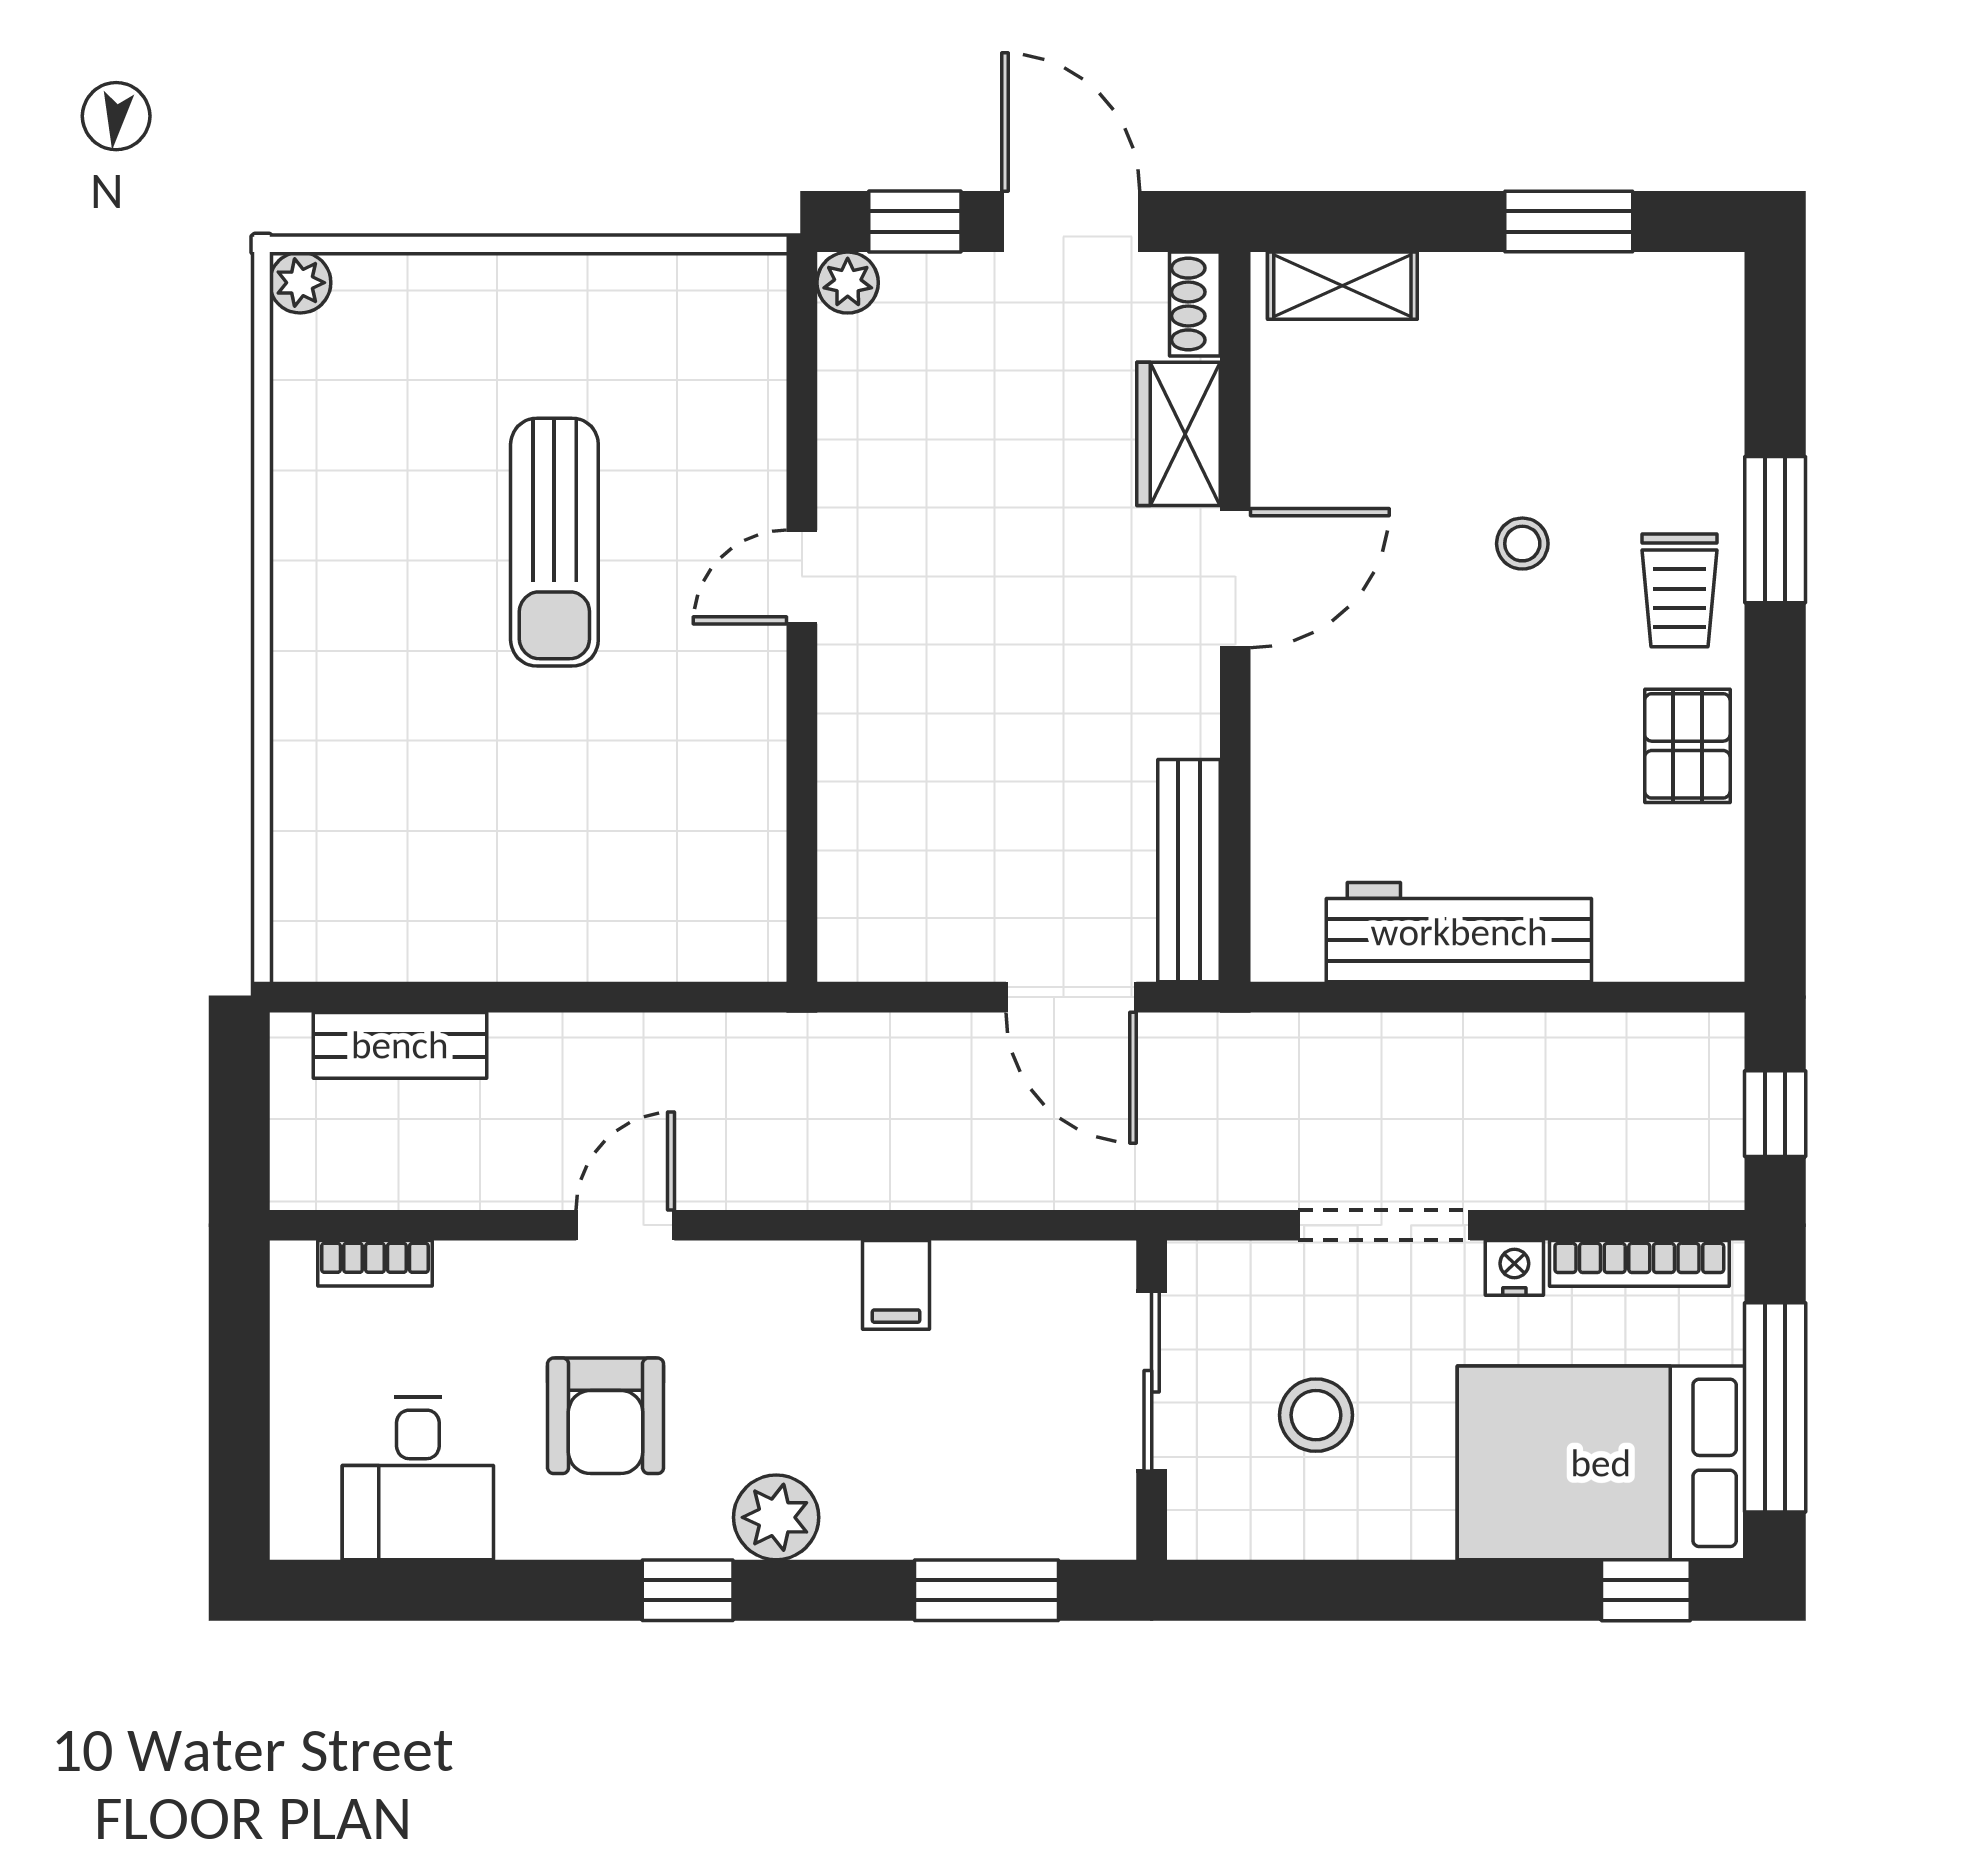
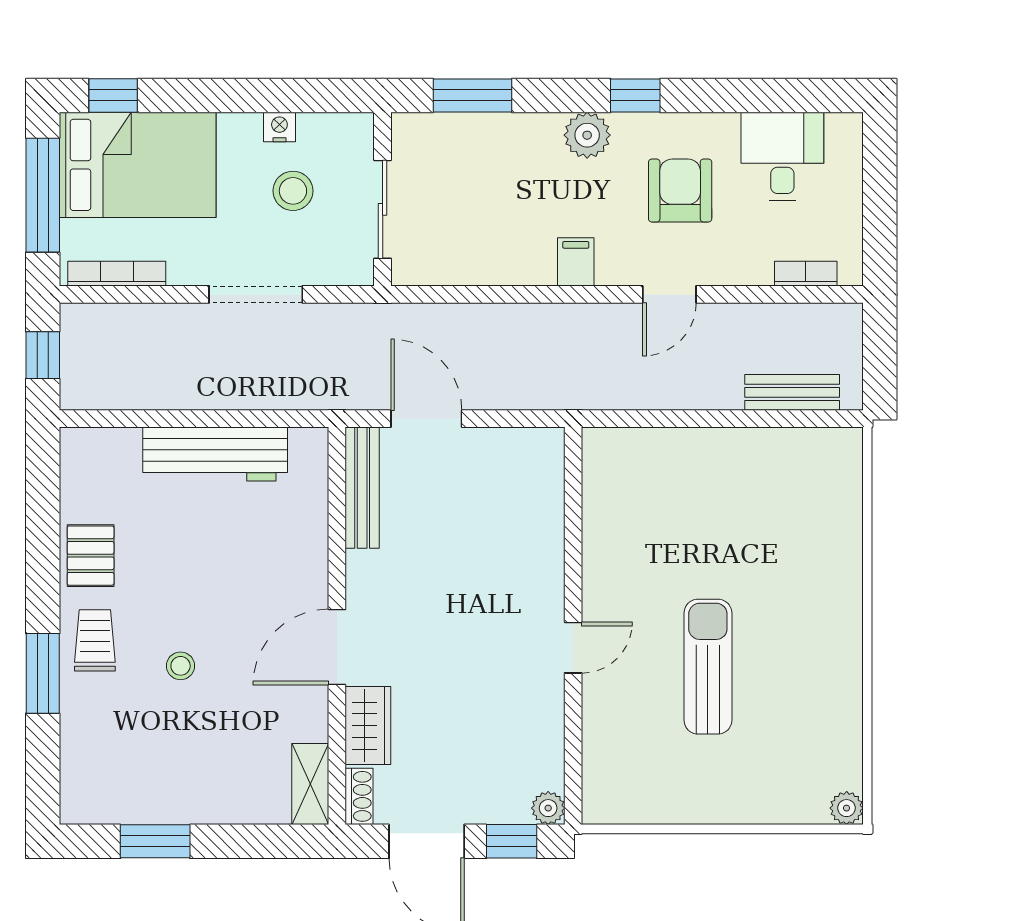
shelving: (1342, 286) -> (310, 784), moved, turned 90
nightstand: (1514, 1268) -> (279, 127), moved, turned 180
filing cabinet: (896, 1285) -> (576, 262), moved

